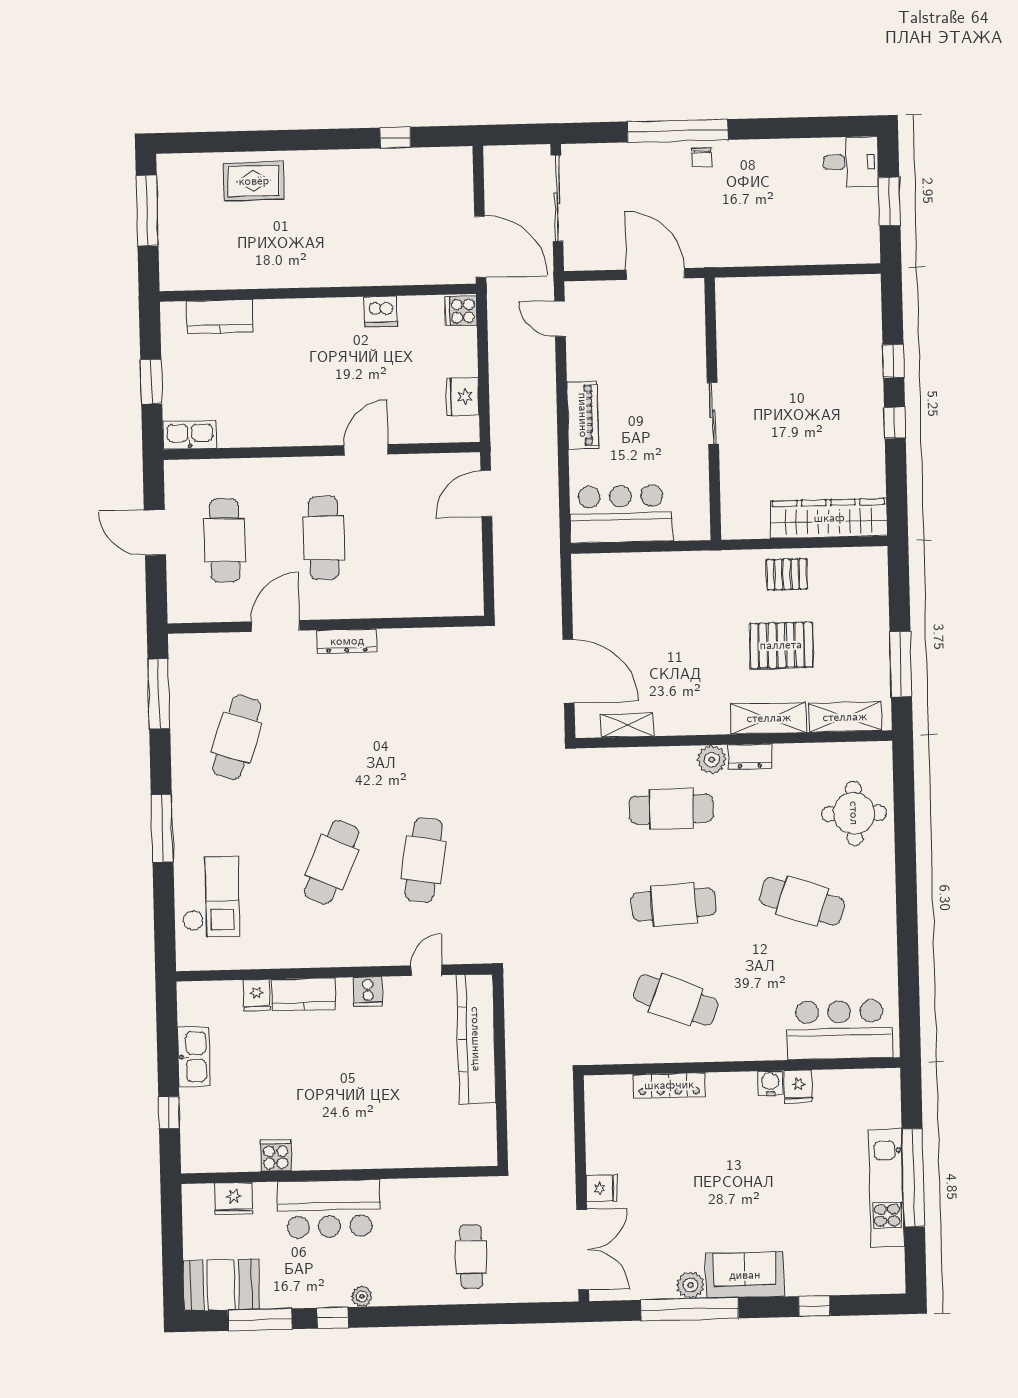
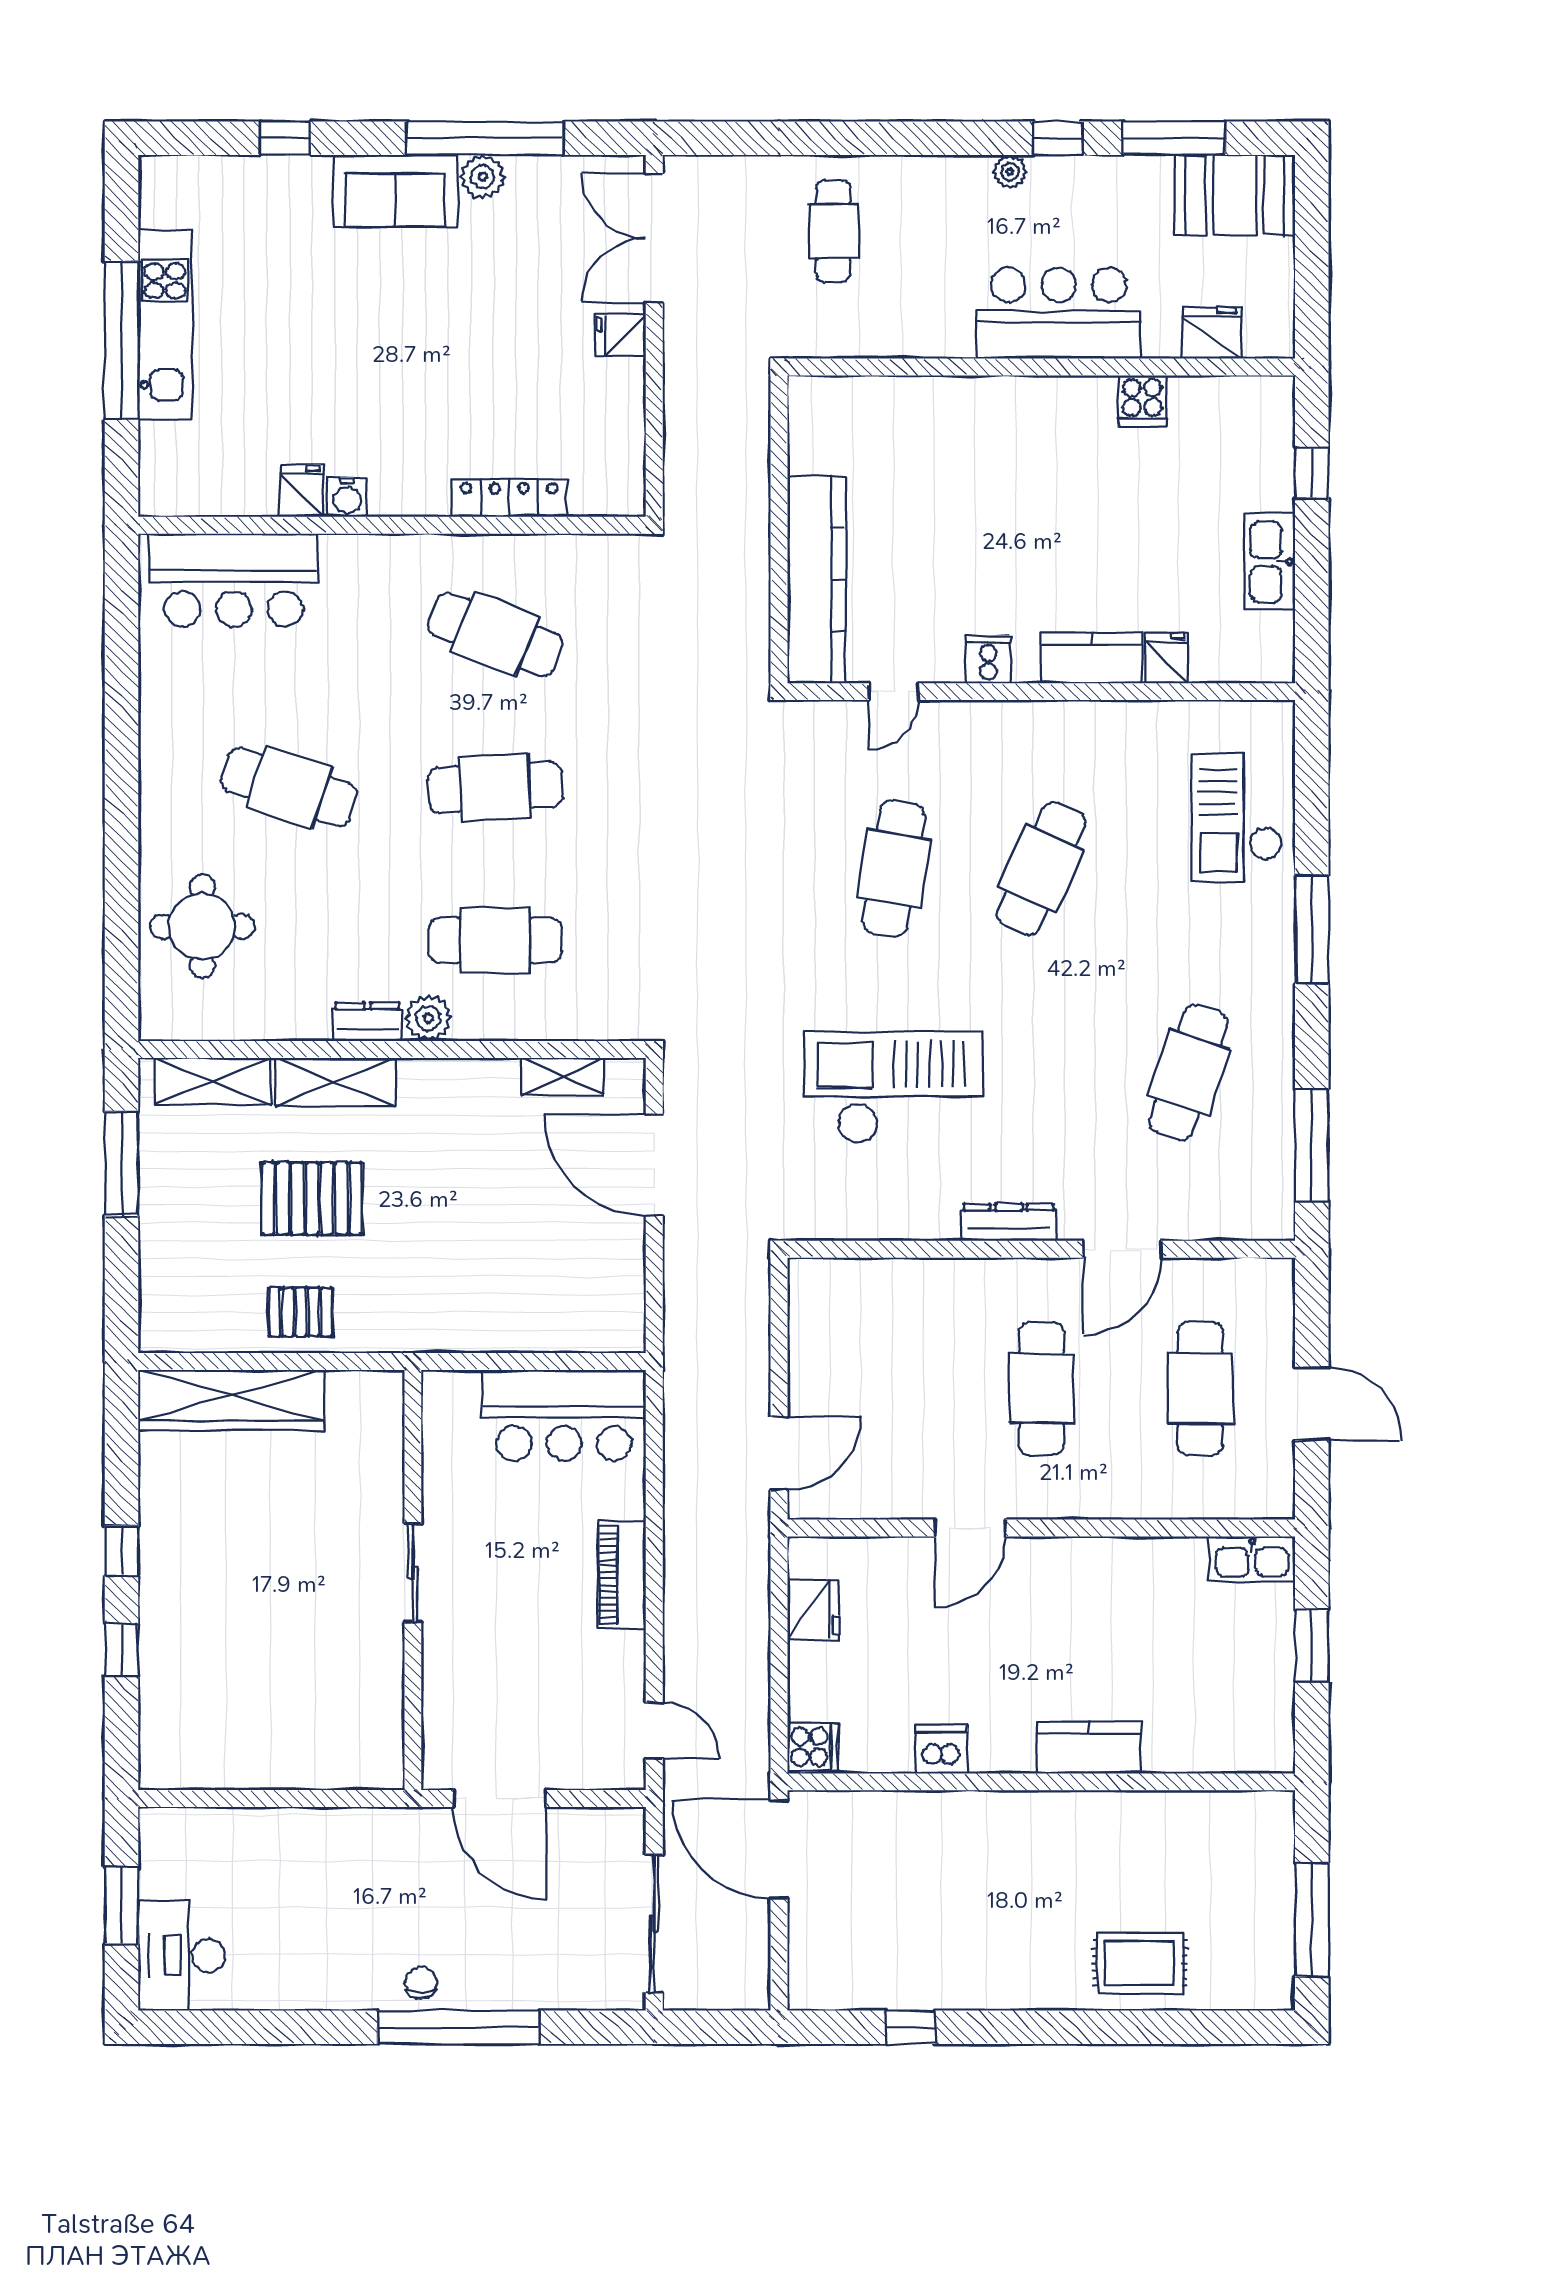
desk: (851, 162) -> (182, 1955), width x1.37
kitchen counter: (220, 317) -> (1089, 1747), moved
checkout: (420, 723) -> (894, 1088), added

